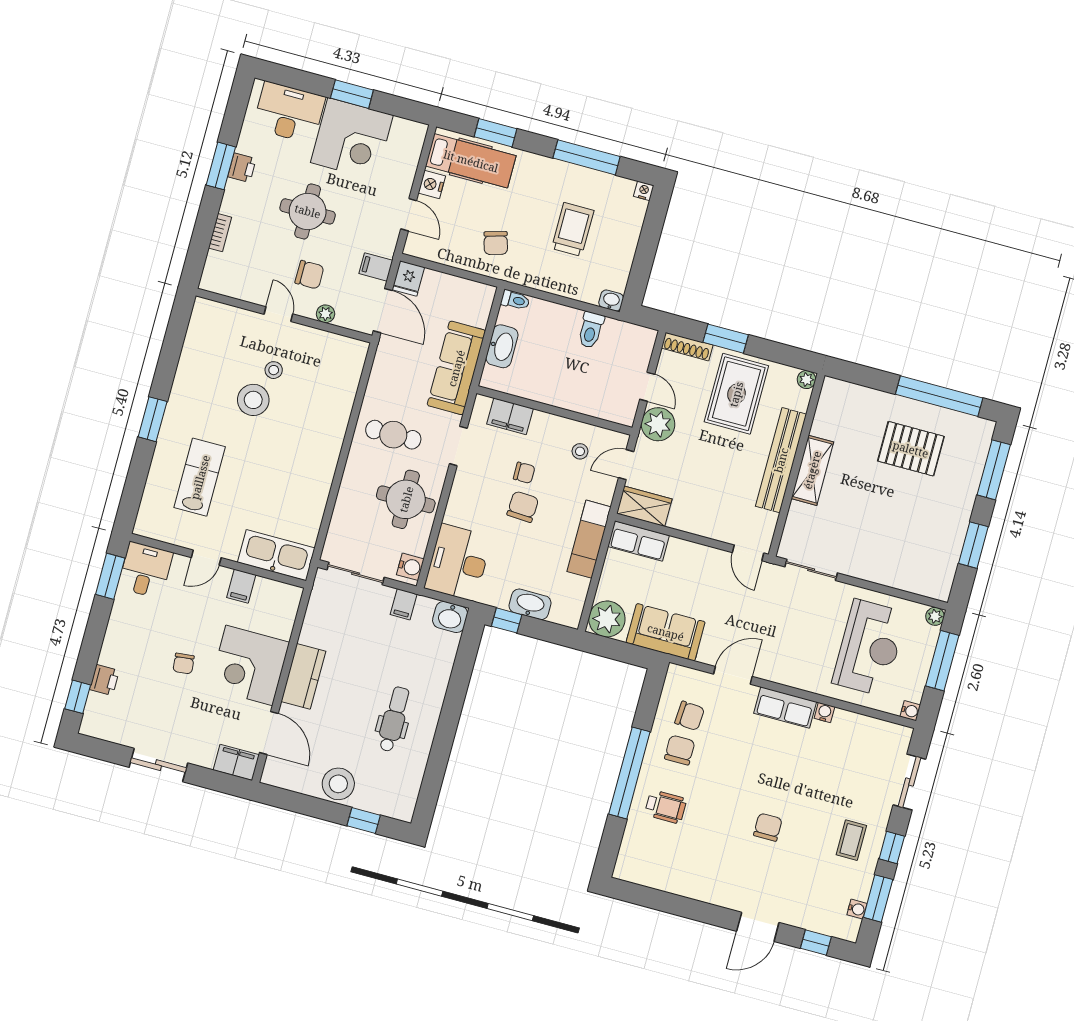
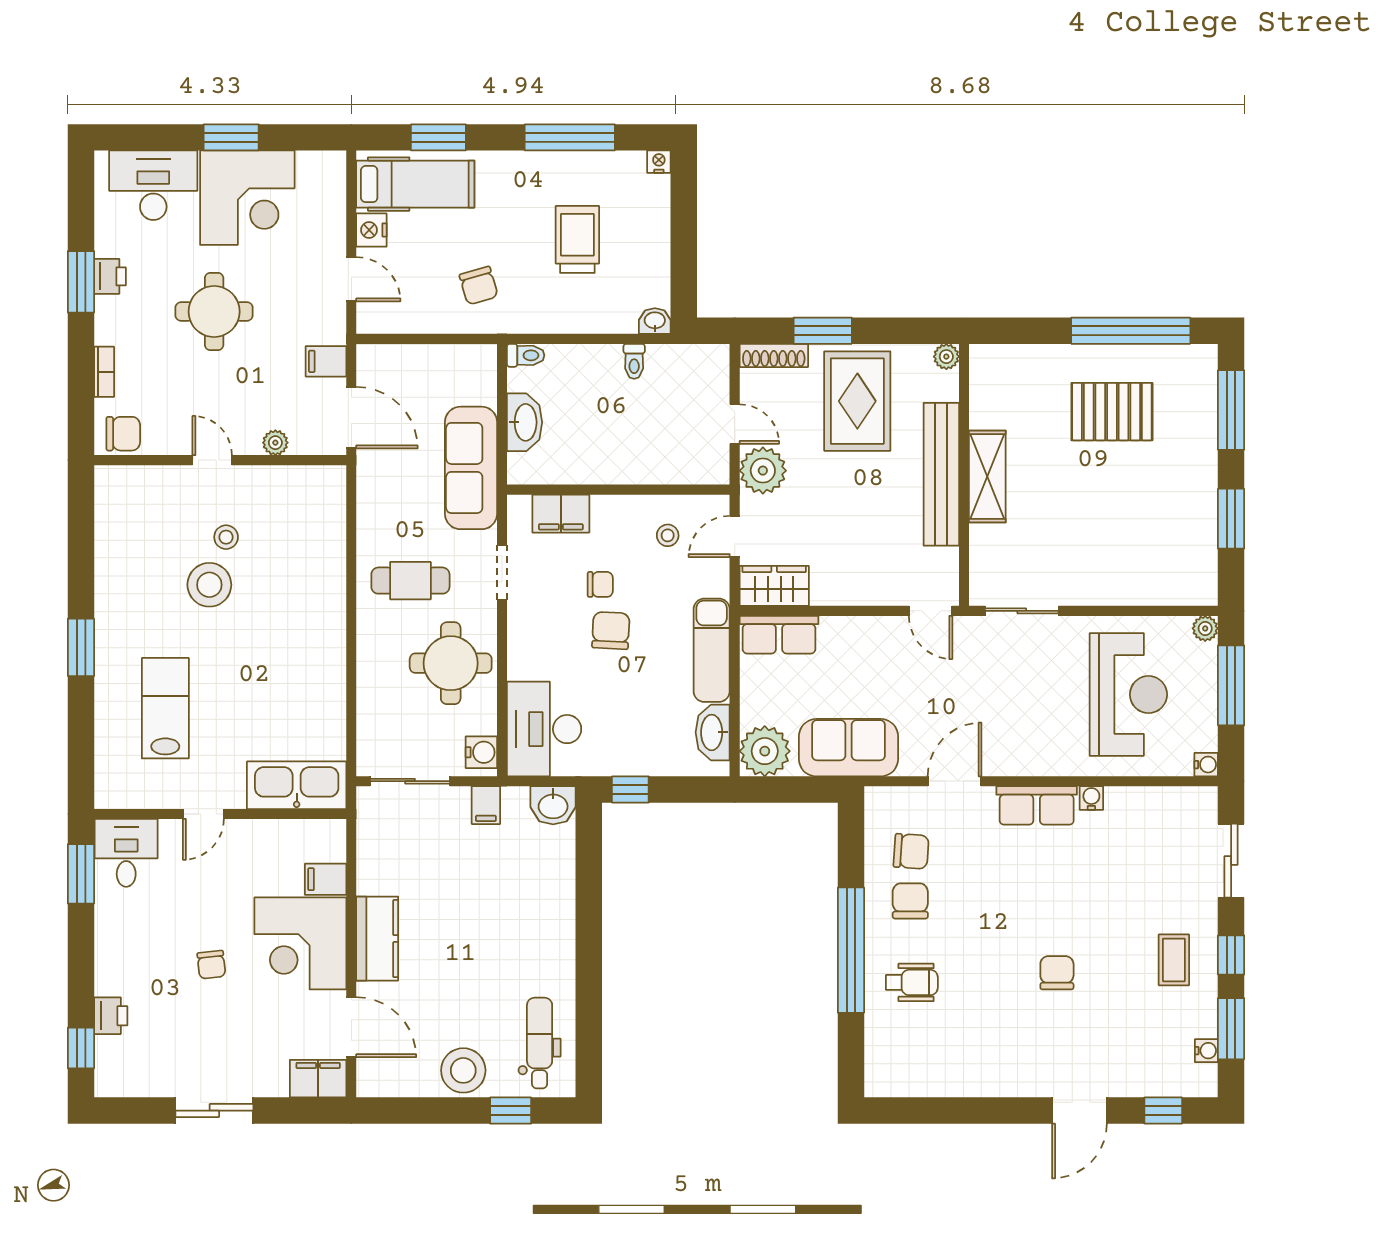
chair: (309, 275) -> (123, 434), moved
fridge: (408, 278) -> (374, 365), removed
toilet: (591, 330) -> (634, 361), width x0.73, depth x0.72
filing cabinet: (241, 586) -> (326, 879), moved, turned 90
washbasin: (530, 604) -> (713, 732), moved, turned -90
dental chair: (394, 719) -> (540, 1043), moved

